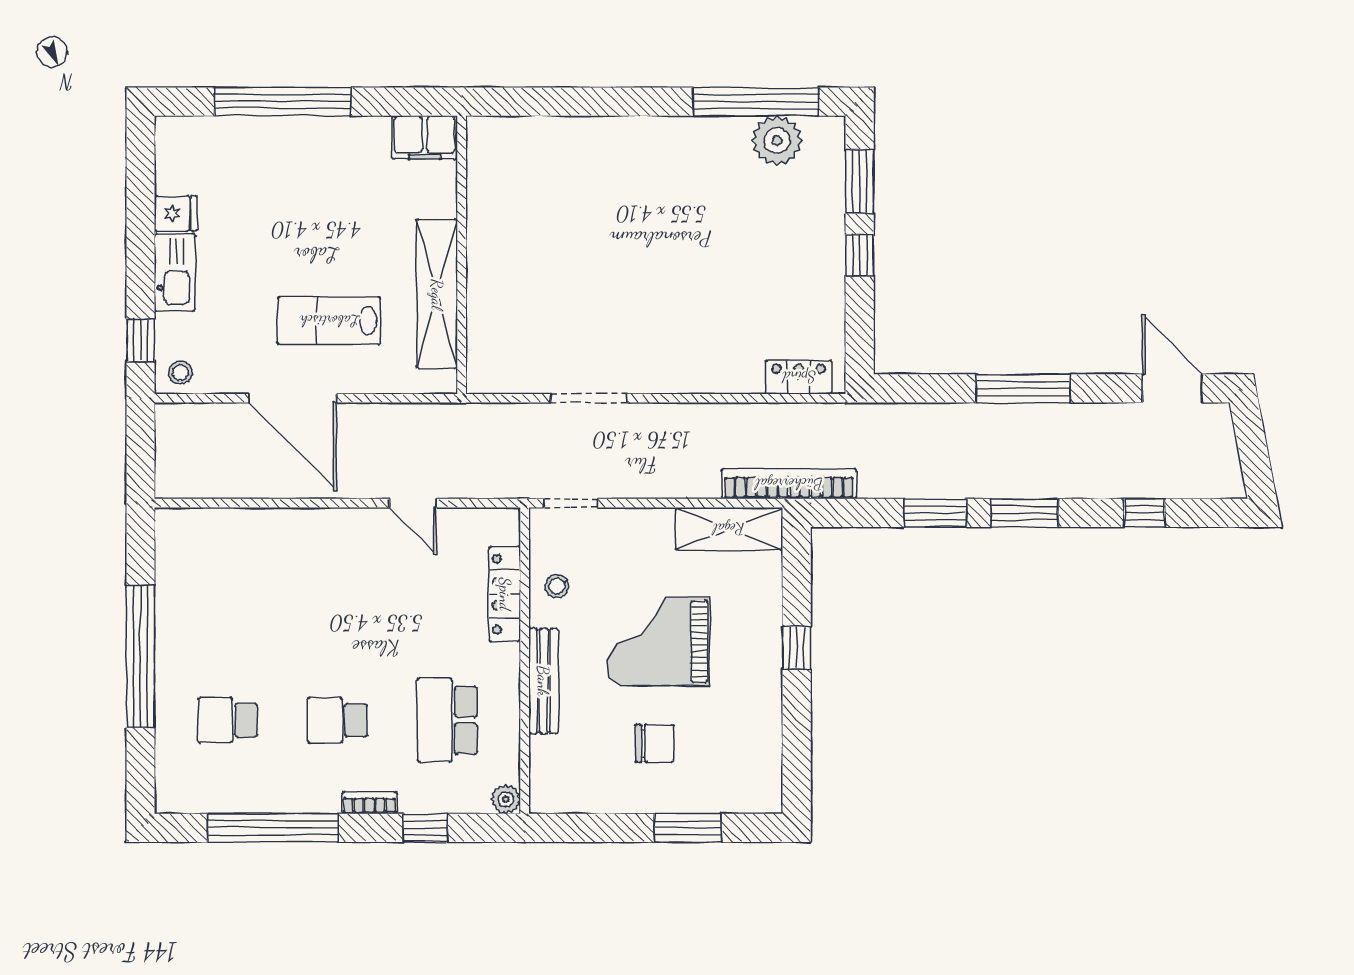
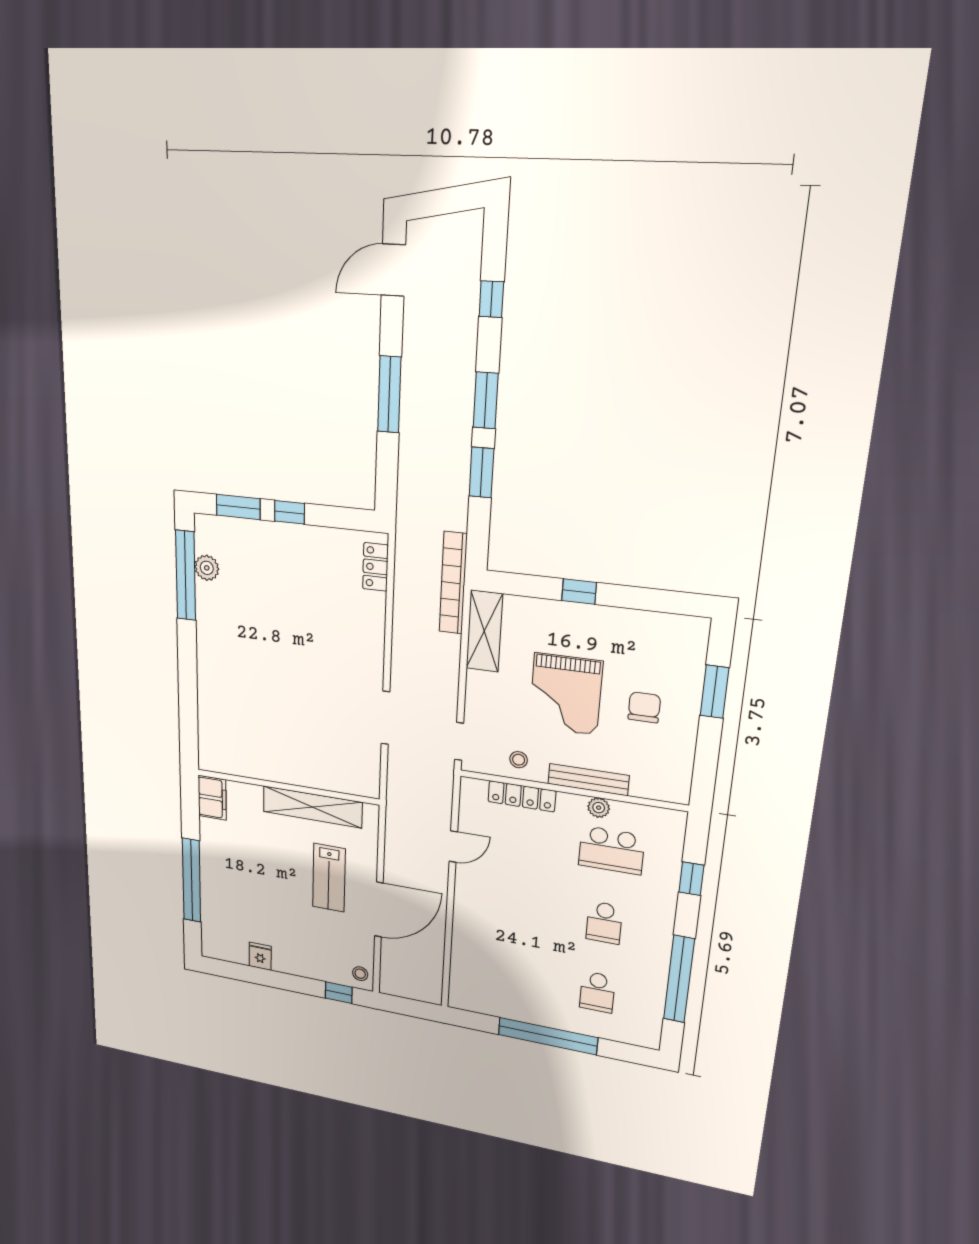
plant: (777, 141) -> (207, 568), width x0.73, depth x0.73
kitchen sink: (175, 272) -> (297, 964), removed
plant: (506, 799) -> (599, 808), moved
bookcase: (369, 803) -> (668, 913), removed

